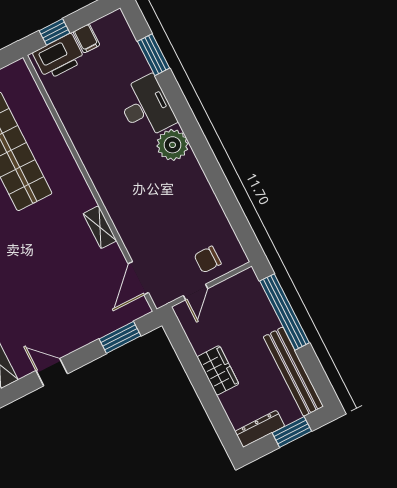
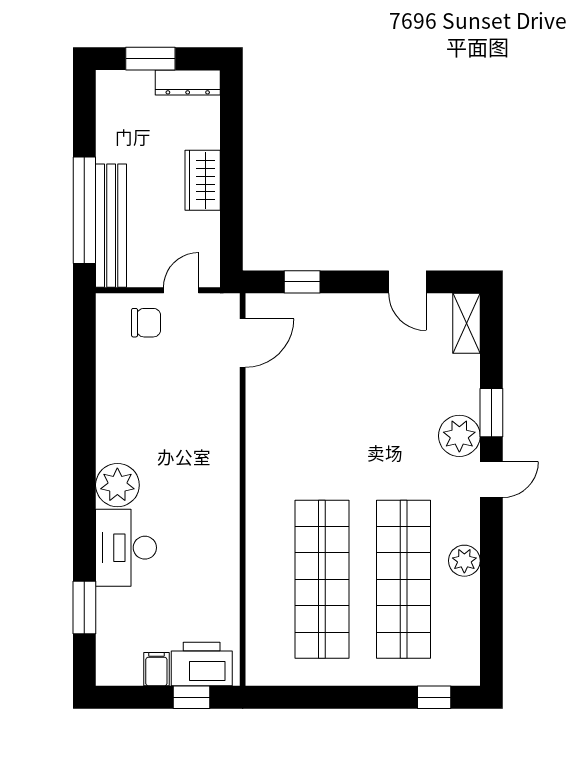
shelving: (100, 227) -> (258, 430), removed
window: (120, 337) -> (302, 282), width x0.67
bench: (293, 372) -> (111, 226), moved

